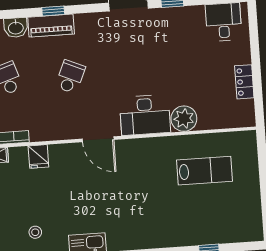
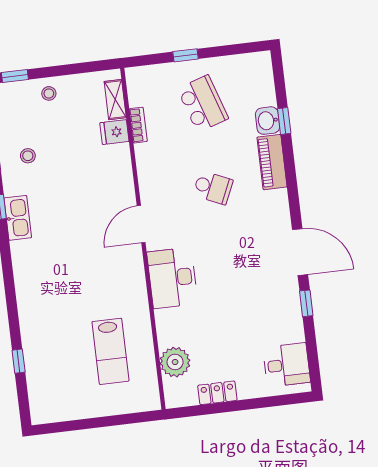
window: (53, 11) -> (284, 121), moved
plant: (184, 119) -> (175, 362), moved
fridge: (38, 156) -> (114, 132), moved

